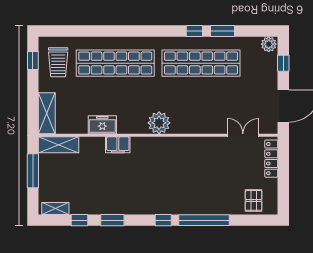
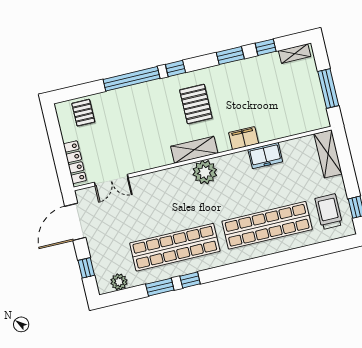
plant: (269, 44) -> (119, 282), moved
shelving: (59, 145) -> (194, 150), moved
pallet: (153, 185) -> (196, 104), added

